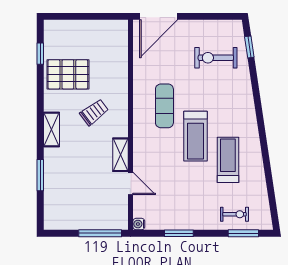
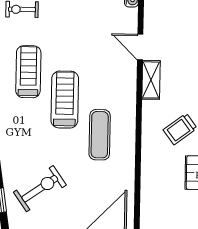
exercise bike: (216, 58) -> (40, 189), turned -35
treadmill: (228, 160) -> (28, 72), turned 180

